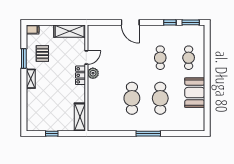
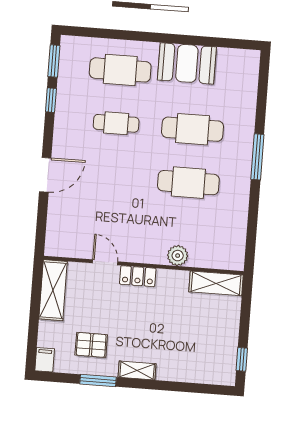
cafe table: (189, 58) -> (120, 70), width x1.37, depth x1.35
plant: (93, 73) -> (178, 256), moved
window: (52, 134) -> (242, 359), moved

